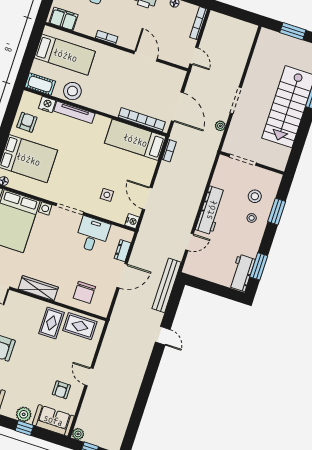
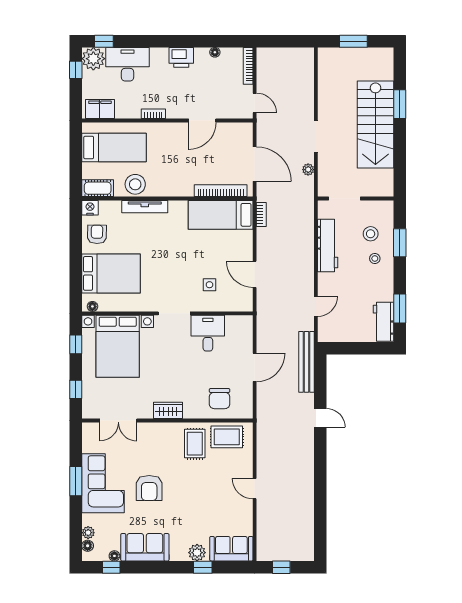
door: (146, 56) -> (202, 120), swing flipped
nightstand: (47, 104) -> (90, 208), moved
workbench: (211, 210) -> (328, 246), moved
nightstand: (132, 221) -> (246, 304), removed
dresser: (123, 251) -> (246, 340), removed
wardrobe: (38, 288) -> (168, 410), width x0.67
armchair: (61, 390) -> (229, 513), removed
plant: (78, 434) -> (263, 555), removed

